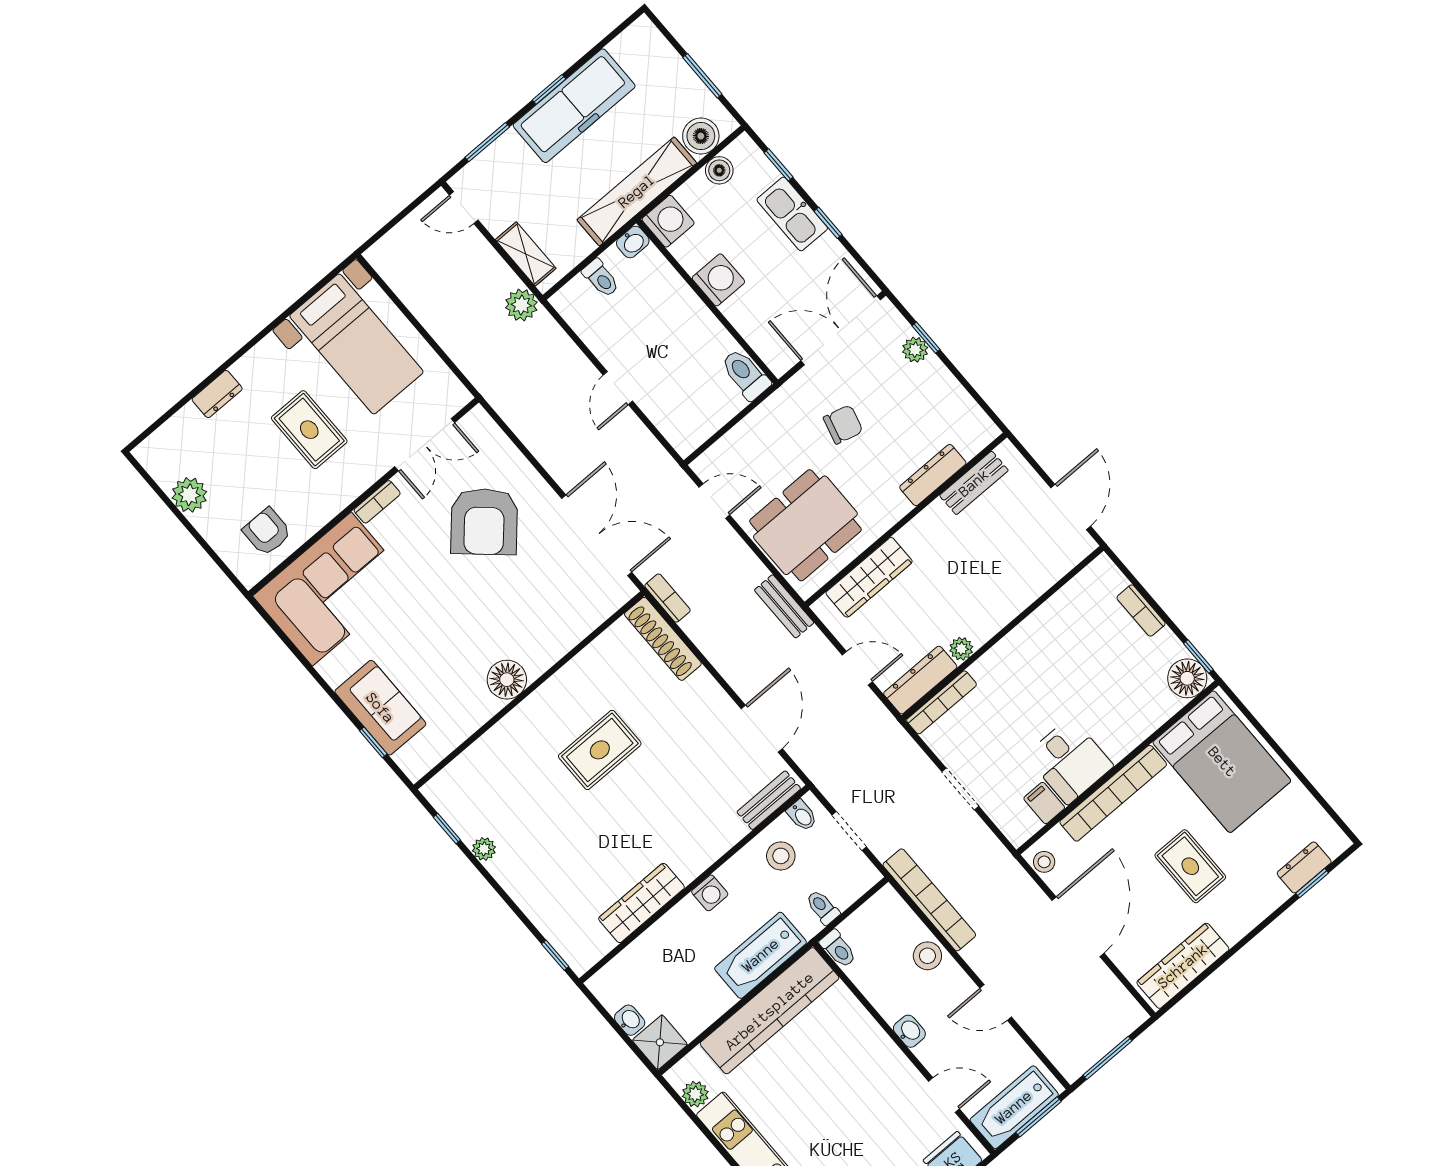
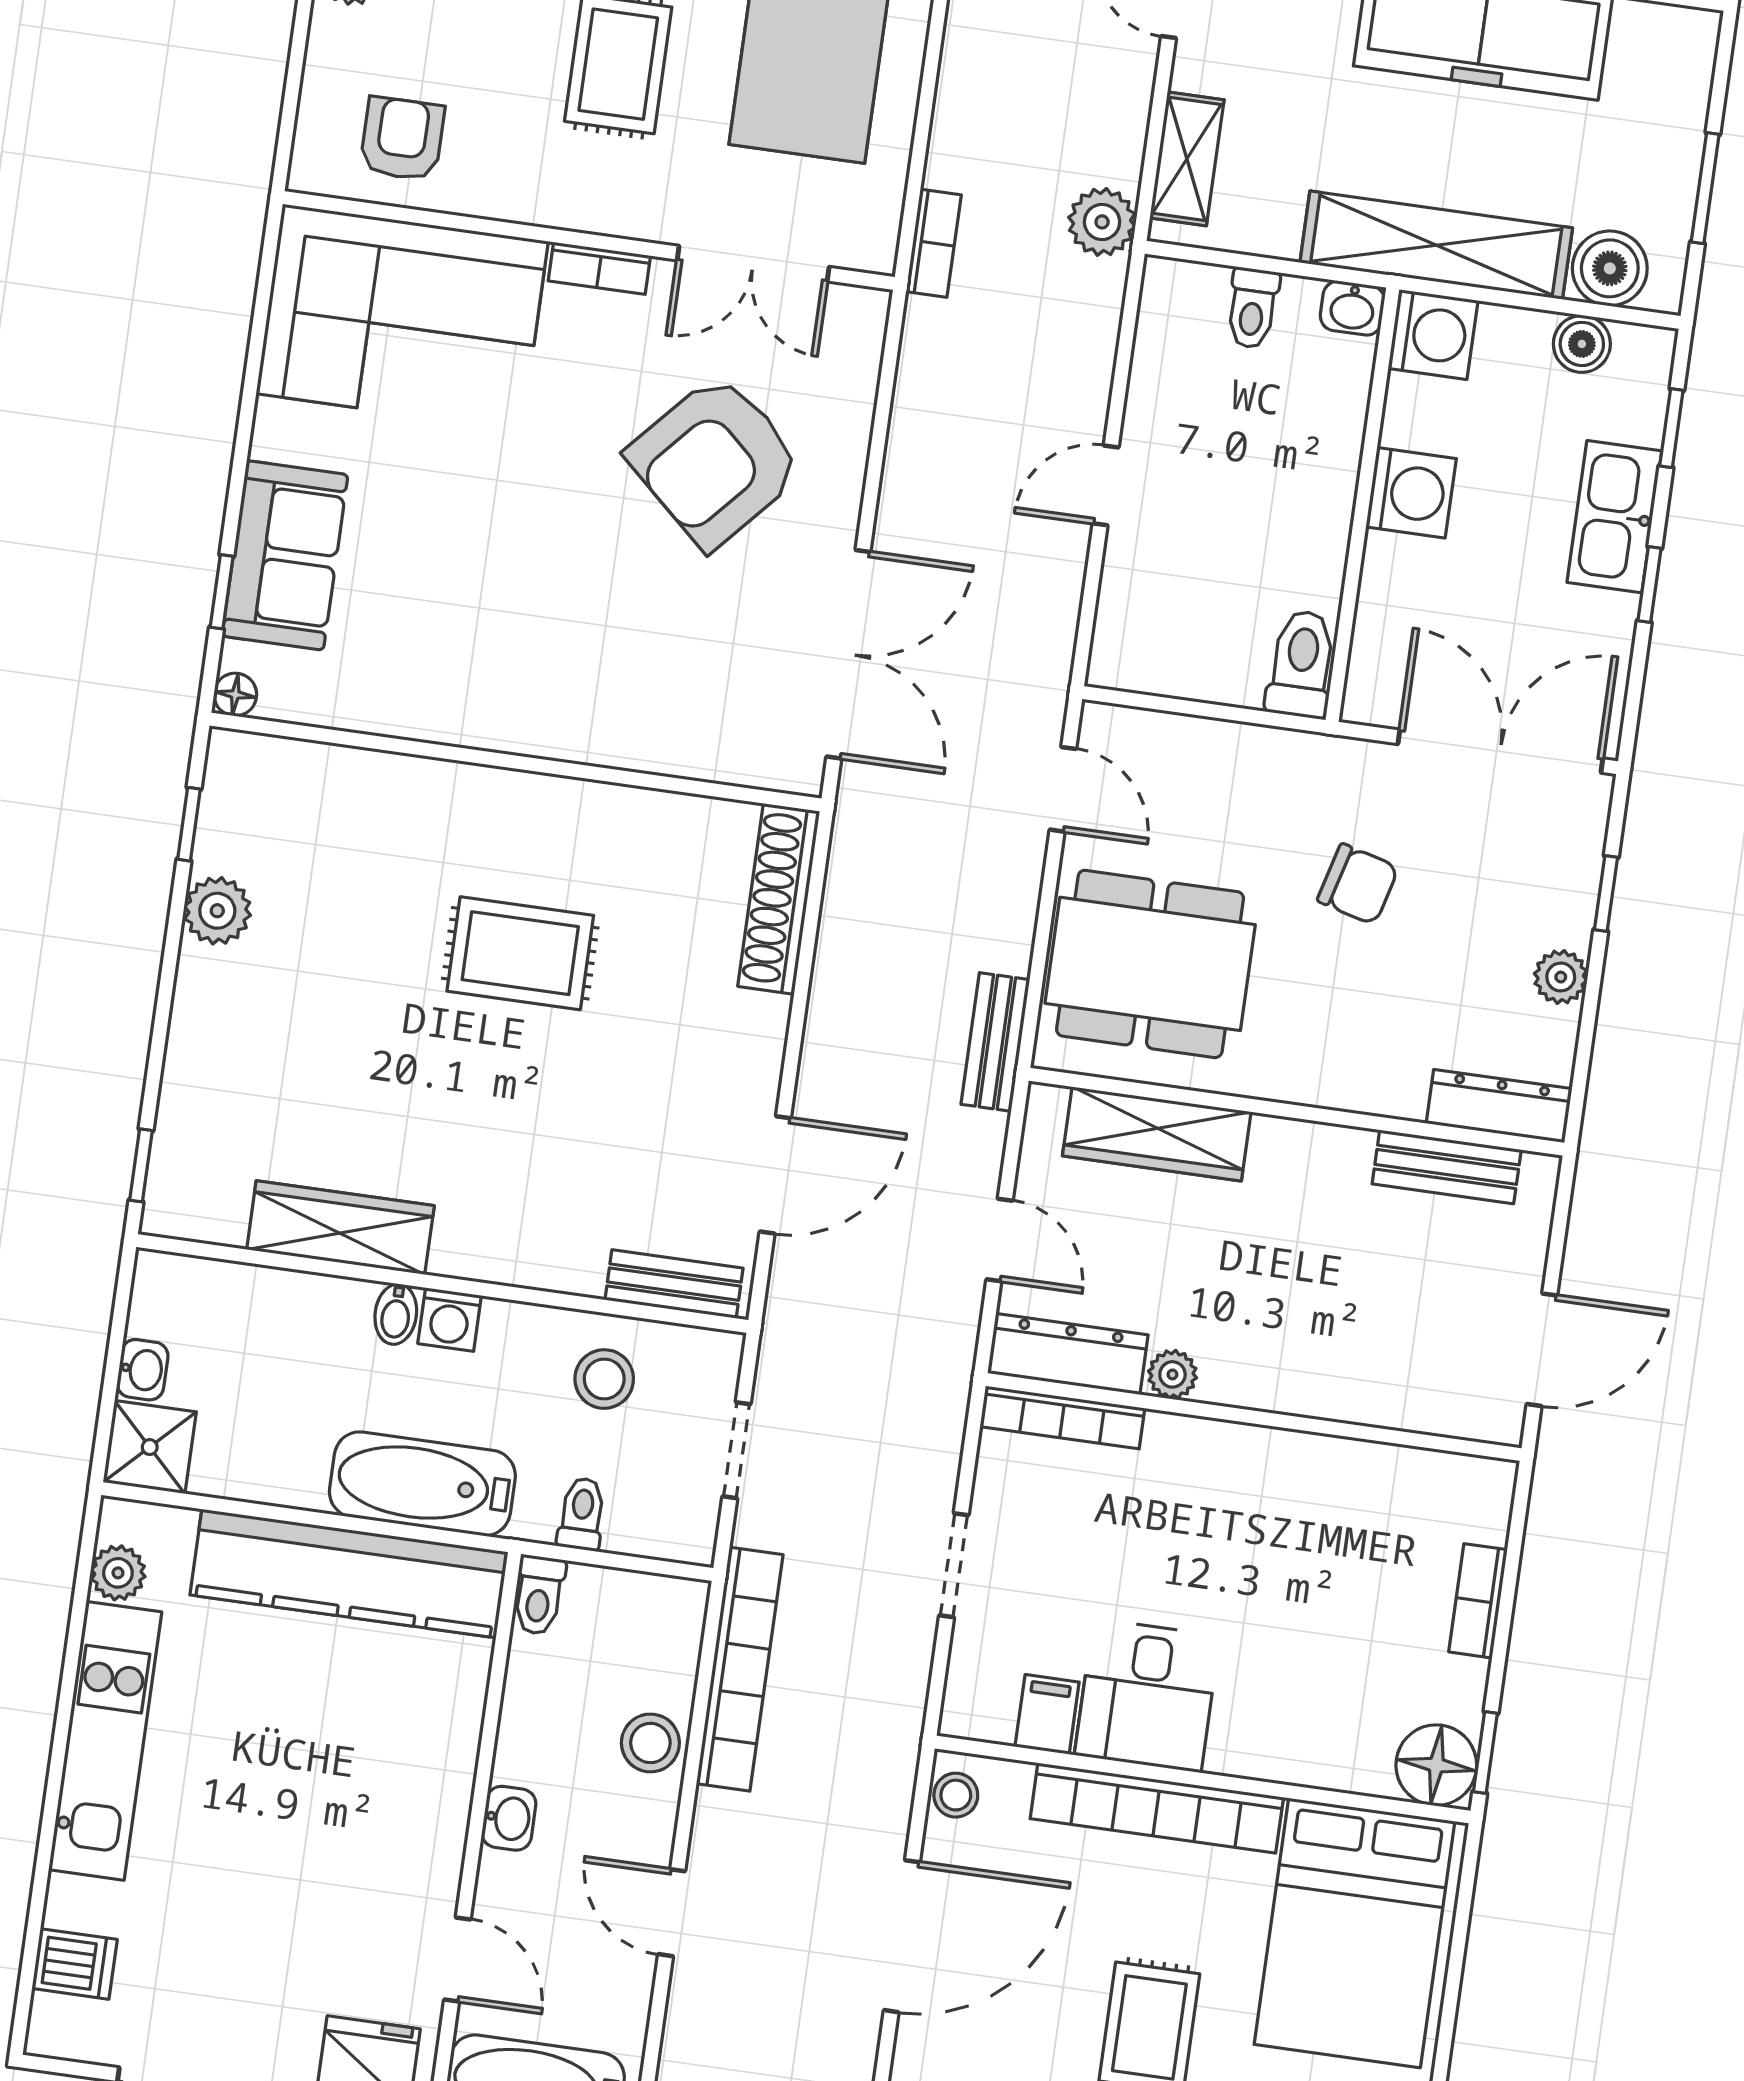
plant: (915, 350) -> (1561, 977), moved
dresser: (933, 475) -> (1499, 1106), moved
bookcase: (667, 598) -> (934, 243), moved
floor lamp: (507, 680) -> (235, 695), moved, width x0.53, depth x0.53
bidet: (802, 816) -> (396, 1314), moved
plant: (484, 849) -> (217, 911), width x1.38, depth x1.38

